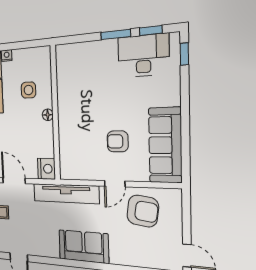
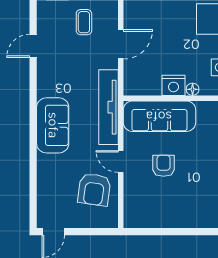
sofa: (165, 145) -> (159, 116), moved, turned 180
nightstand: (46, 169) -> (173, 85), moved

